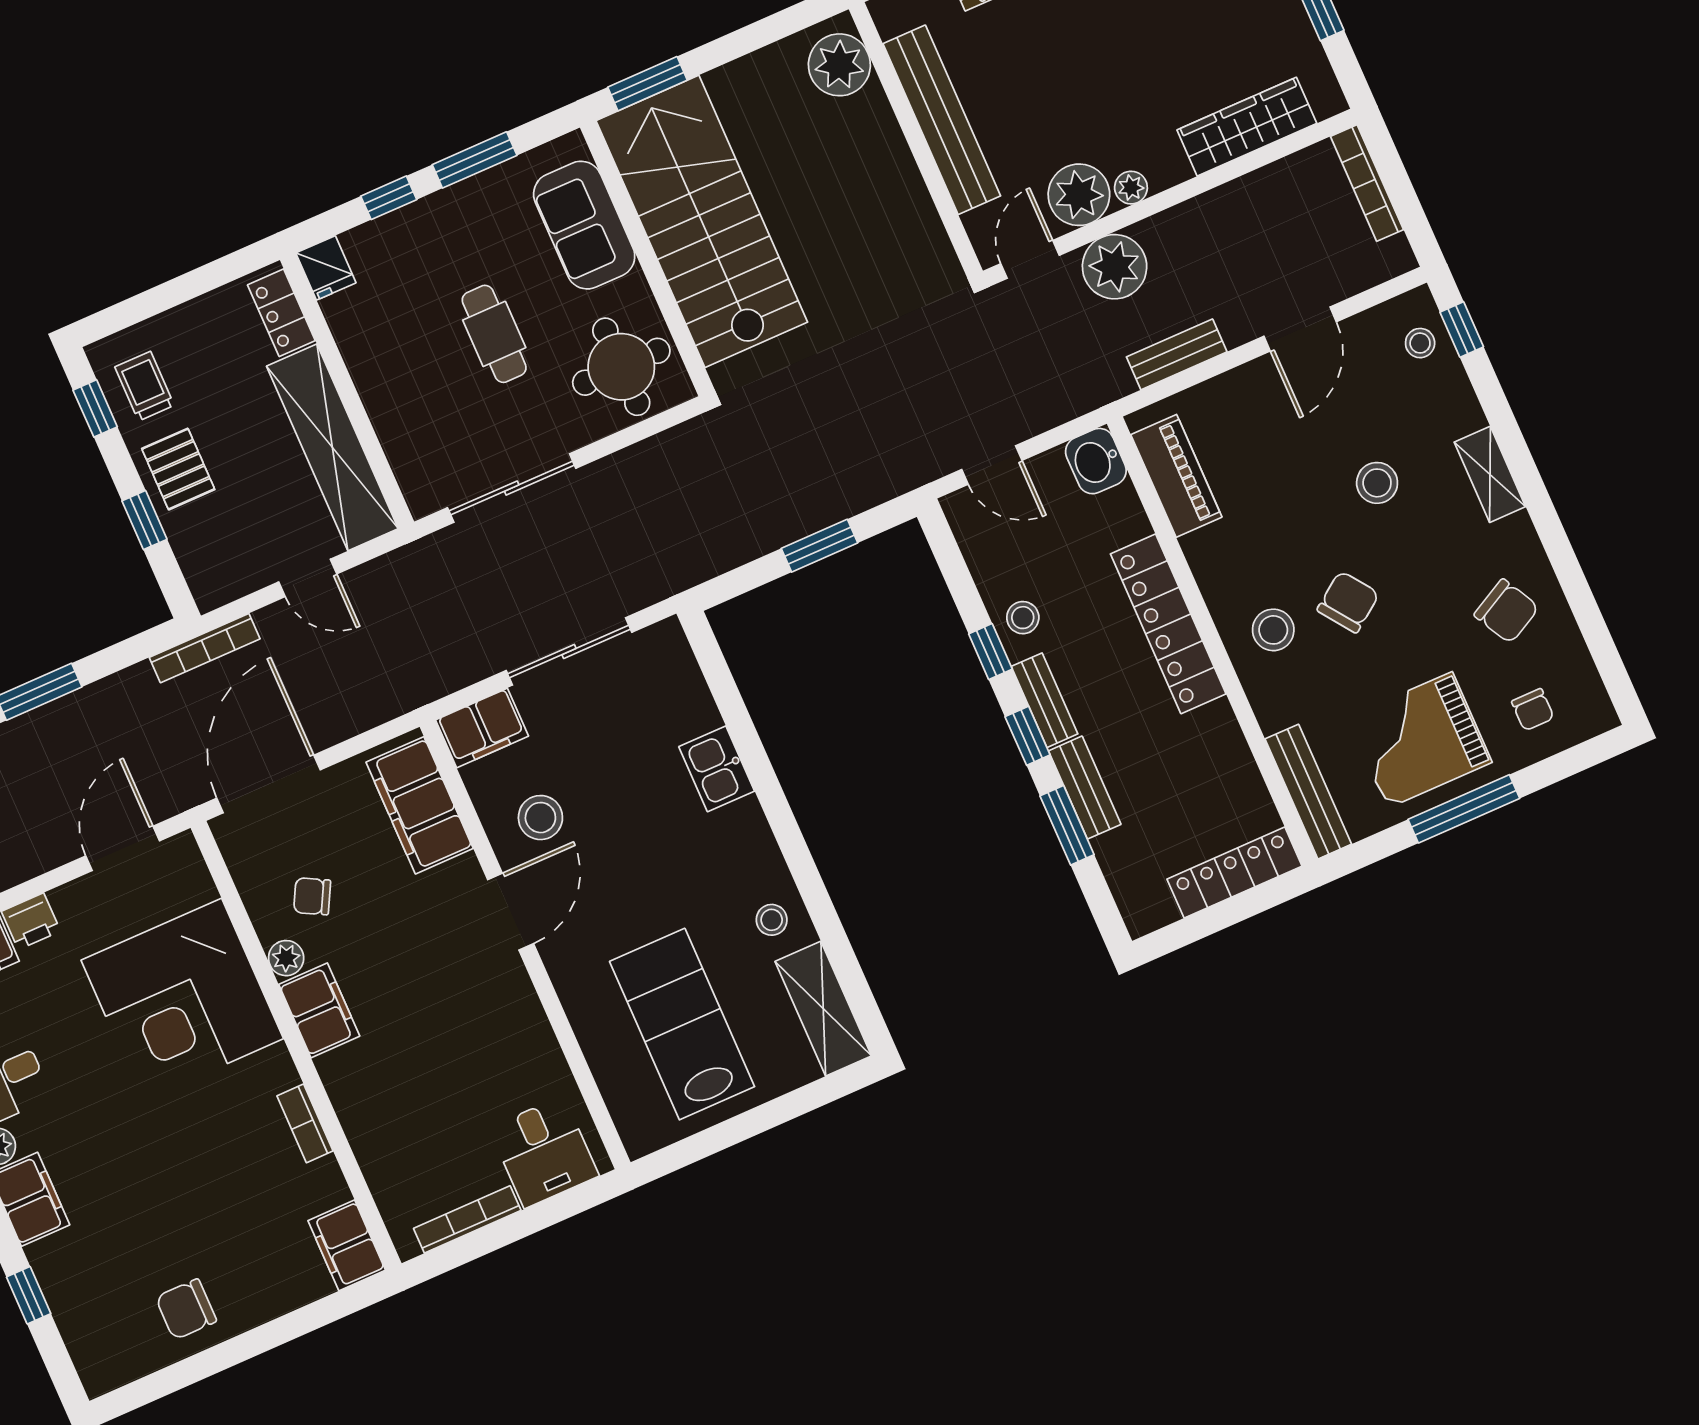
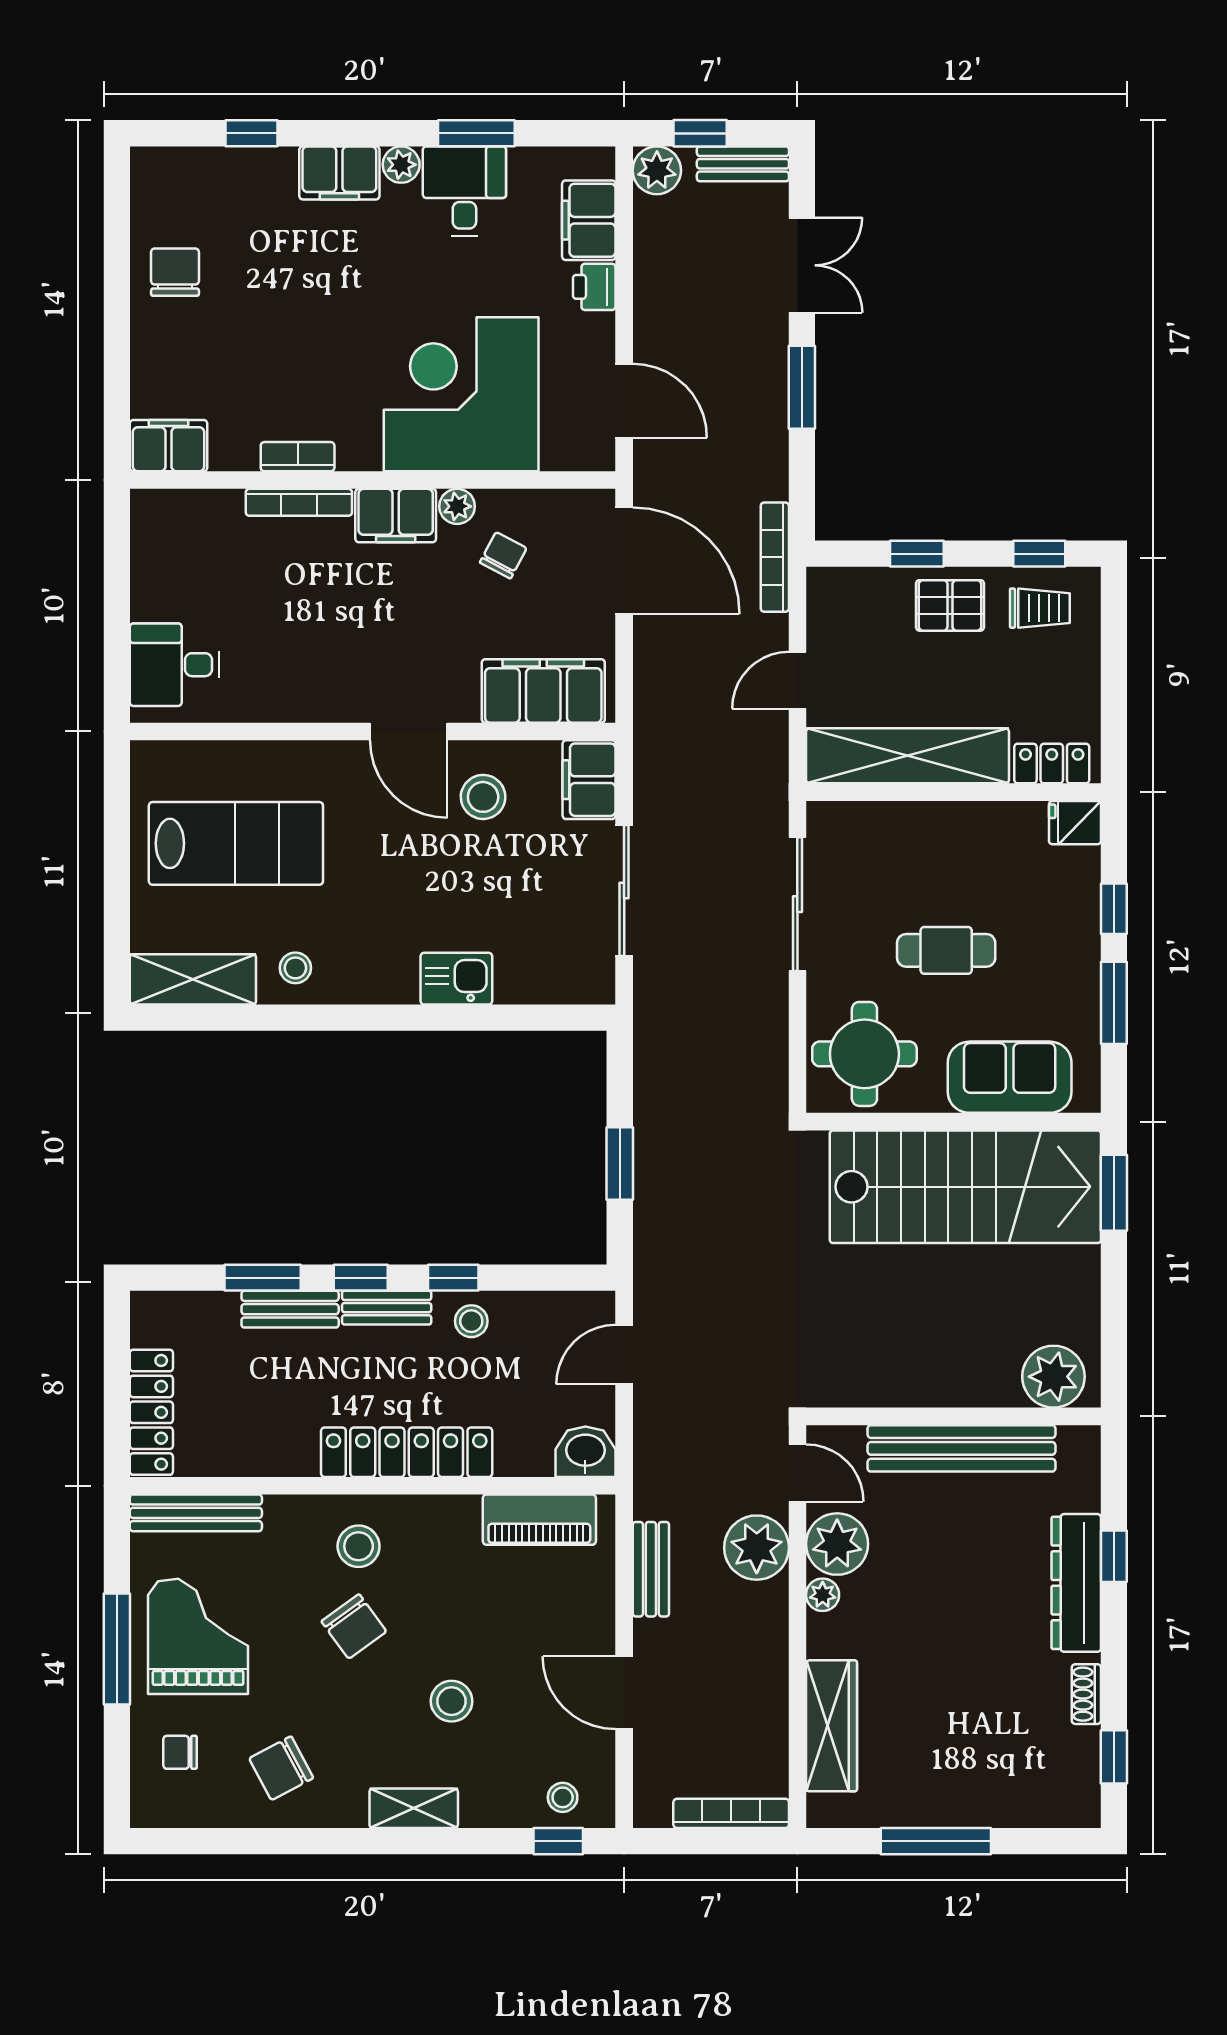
bookcase: (467, 1219) -> (299, 502), moved, turned 90

